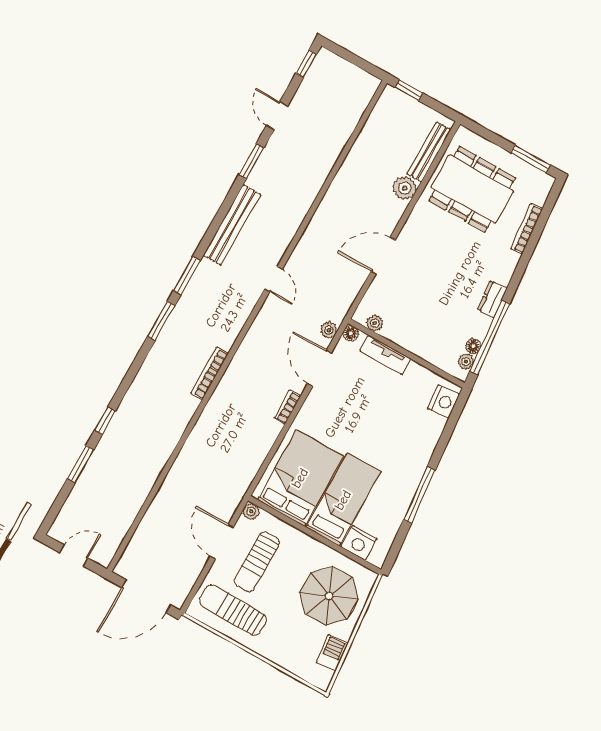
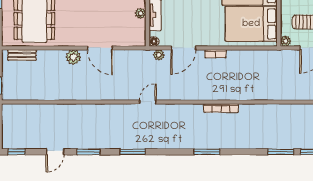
bench: (429, 152) -> (22, 55), width x0.73
plant: (405, 188) -> (73, 57), moved
bench: (232, 225) -> (131, 143), removed
window: (187, 275) -> (133, 152), moved
plant: (375, 323) -> (141, 13), moved
window: (105, 421) -> (281, 152), width x1.50

